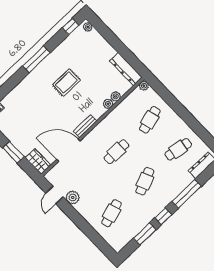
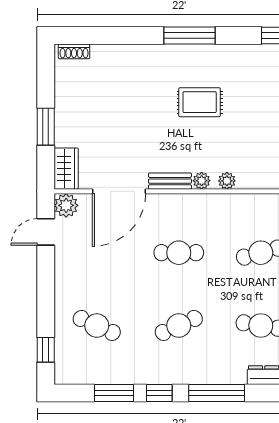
plant: (116, 96) -> (202, 181), moved
door: (68, 150) -> (119, 191), swing flipped
plant: (73, 198) -> (66, 205), moved
cafe table: (112, 213) -> (97, 325), turned 42
window: (100, 243) -> (46, 350), added

